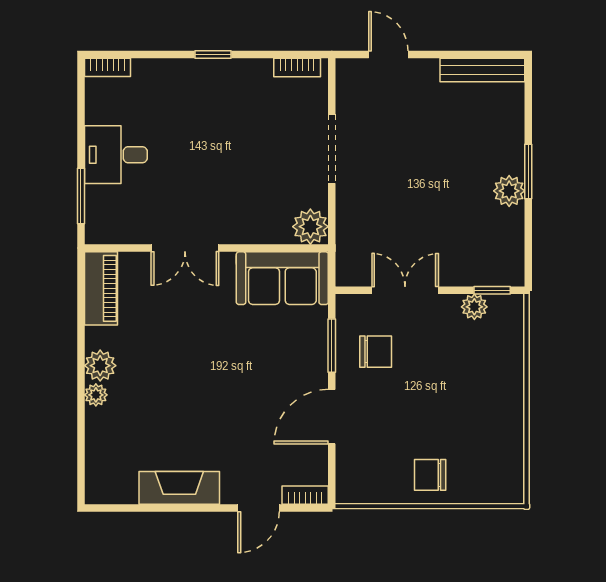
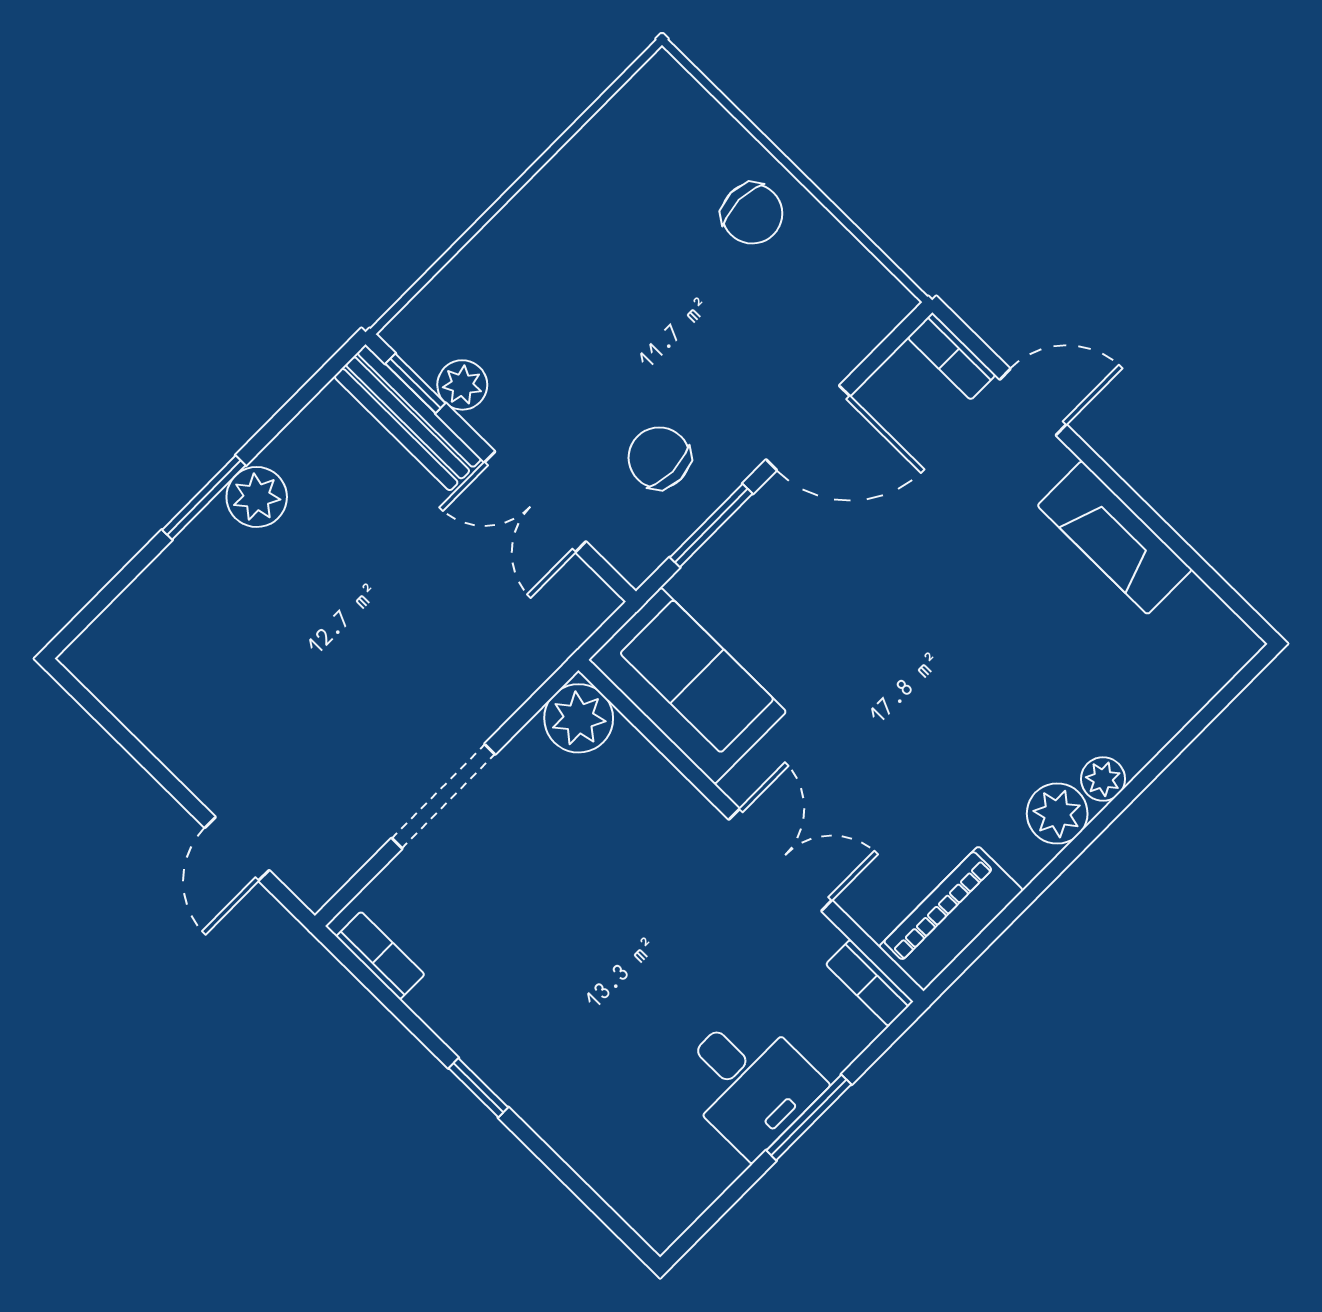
bookcase: (108, 67) -> (870, 983), moved, turned 180
bench: (482, 70) -> (408, 418), moved
window: (81, 196) -> (809, 1117), moved

